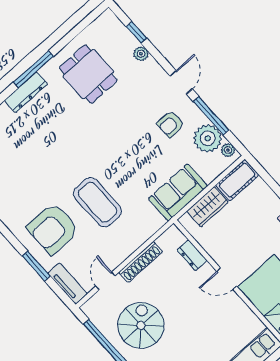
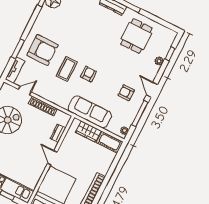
door: (181, 82) -> (152, 90), swing flipped
plant: (208, 138) -> (126, 117), removed
armchair: (118, 172) -> (88, 74), added
sofa: (178, 192) -> (90, 112), width x1.36
coffee table: (97, 202) -> (67, 69), width x0.73, depth x0.76
armchair: (53, 229) -> (42, 50), turned 180

